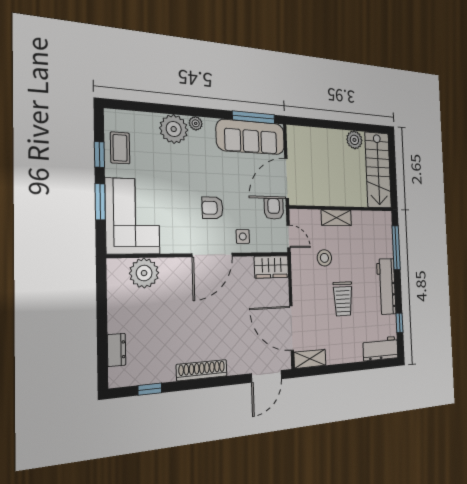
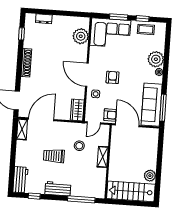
workbench: (386, 286) -> (58, 189), width x0.73

